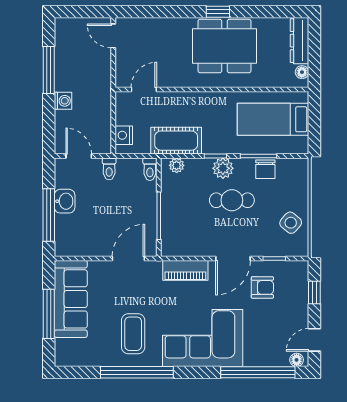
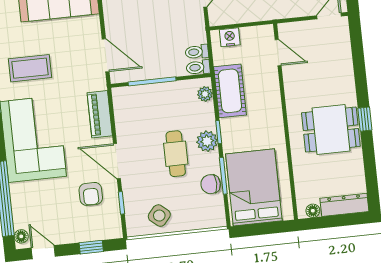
dining table: (225, 46) -> (331, 130), width x0.73
bed: (273, 119) -> (254, 187), width x1.50
toilet: (109, 169) -> (197, 52), moved

